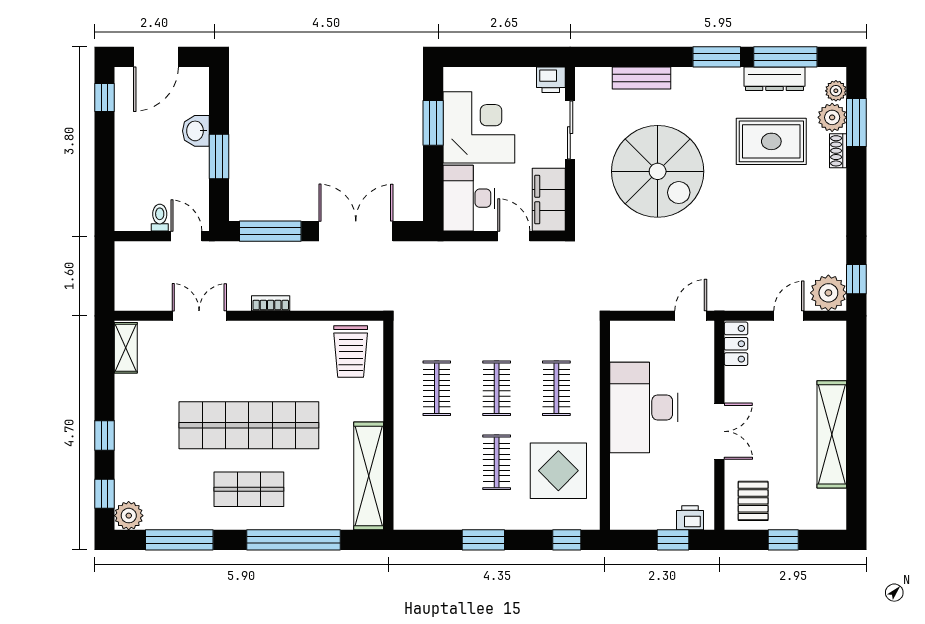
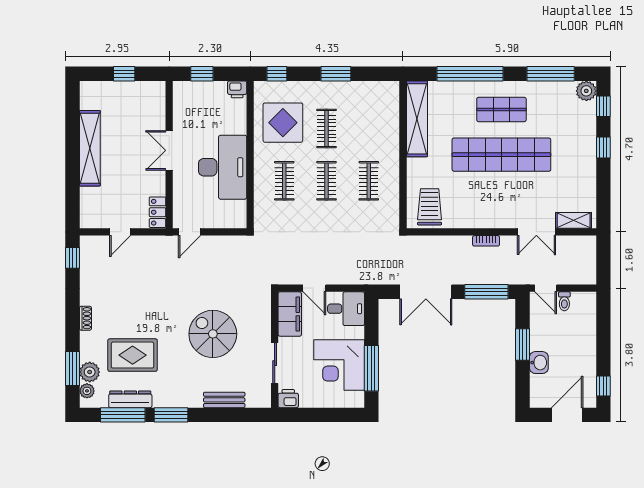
window: (433, 123) -> (371, 368), width x1.44
shoe rack: (838, 151) -> (85, 318), moved
spiral stairs: (658, 171) -> (213, 334), width x0.73, depth x0.73
desk: (469, 198) -> (346, 309), width x0.73
plant: (828, 293) -> (92, 248), removed
shelving: (126, 348) -> (574, 220), moved, turned 90
pallet: (753, 501) -> (145, 101), removed
printer: (690, 518) -> (237, 89), moved

